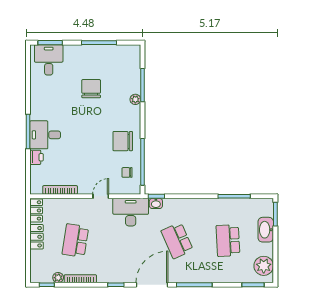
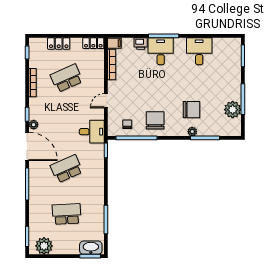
plant: (111, 54) -> (233, 110), added
desk: (49, 60) -> (199, 51), moved, turned -90
chair: (91, 89) -> (192, 110), moved
filing cabinet: (36, 187) -> (114, 43), added
door: (101, 196) -> (106, 101), swing flipped
washbasin: (156, 203) -> (100, 150), removed
desk: (131, 212) -> (92, 132), width x0.73
washbasin: (266, 230) -> (91, 248), moved
locker: (37, 237) -> (59, 44), moved
school desk: (75, 240) -> (67, 78), turned -33
plant: (58, 278) -> (34, 125), moved

